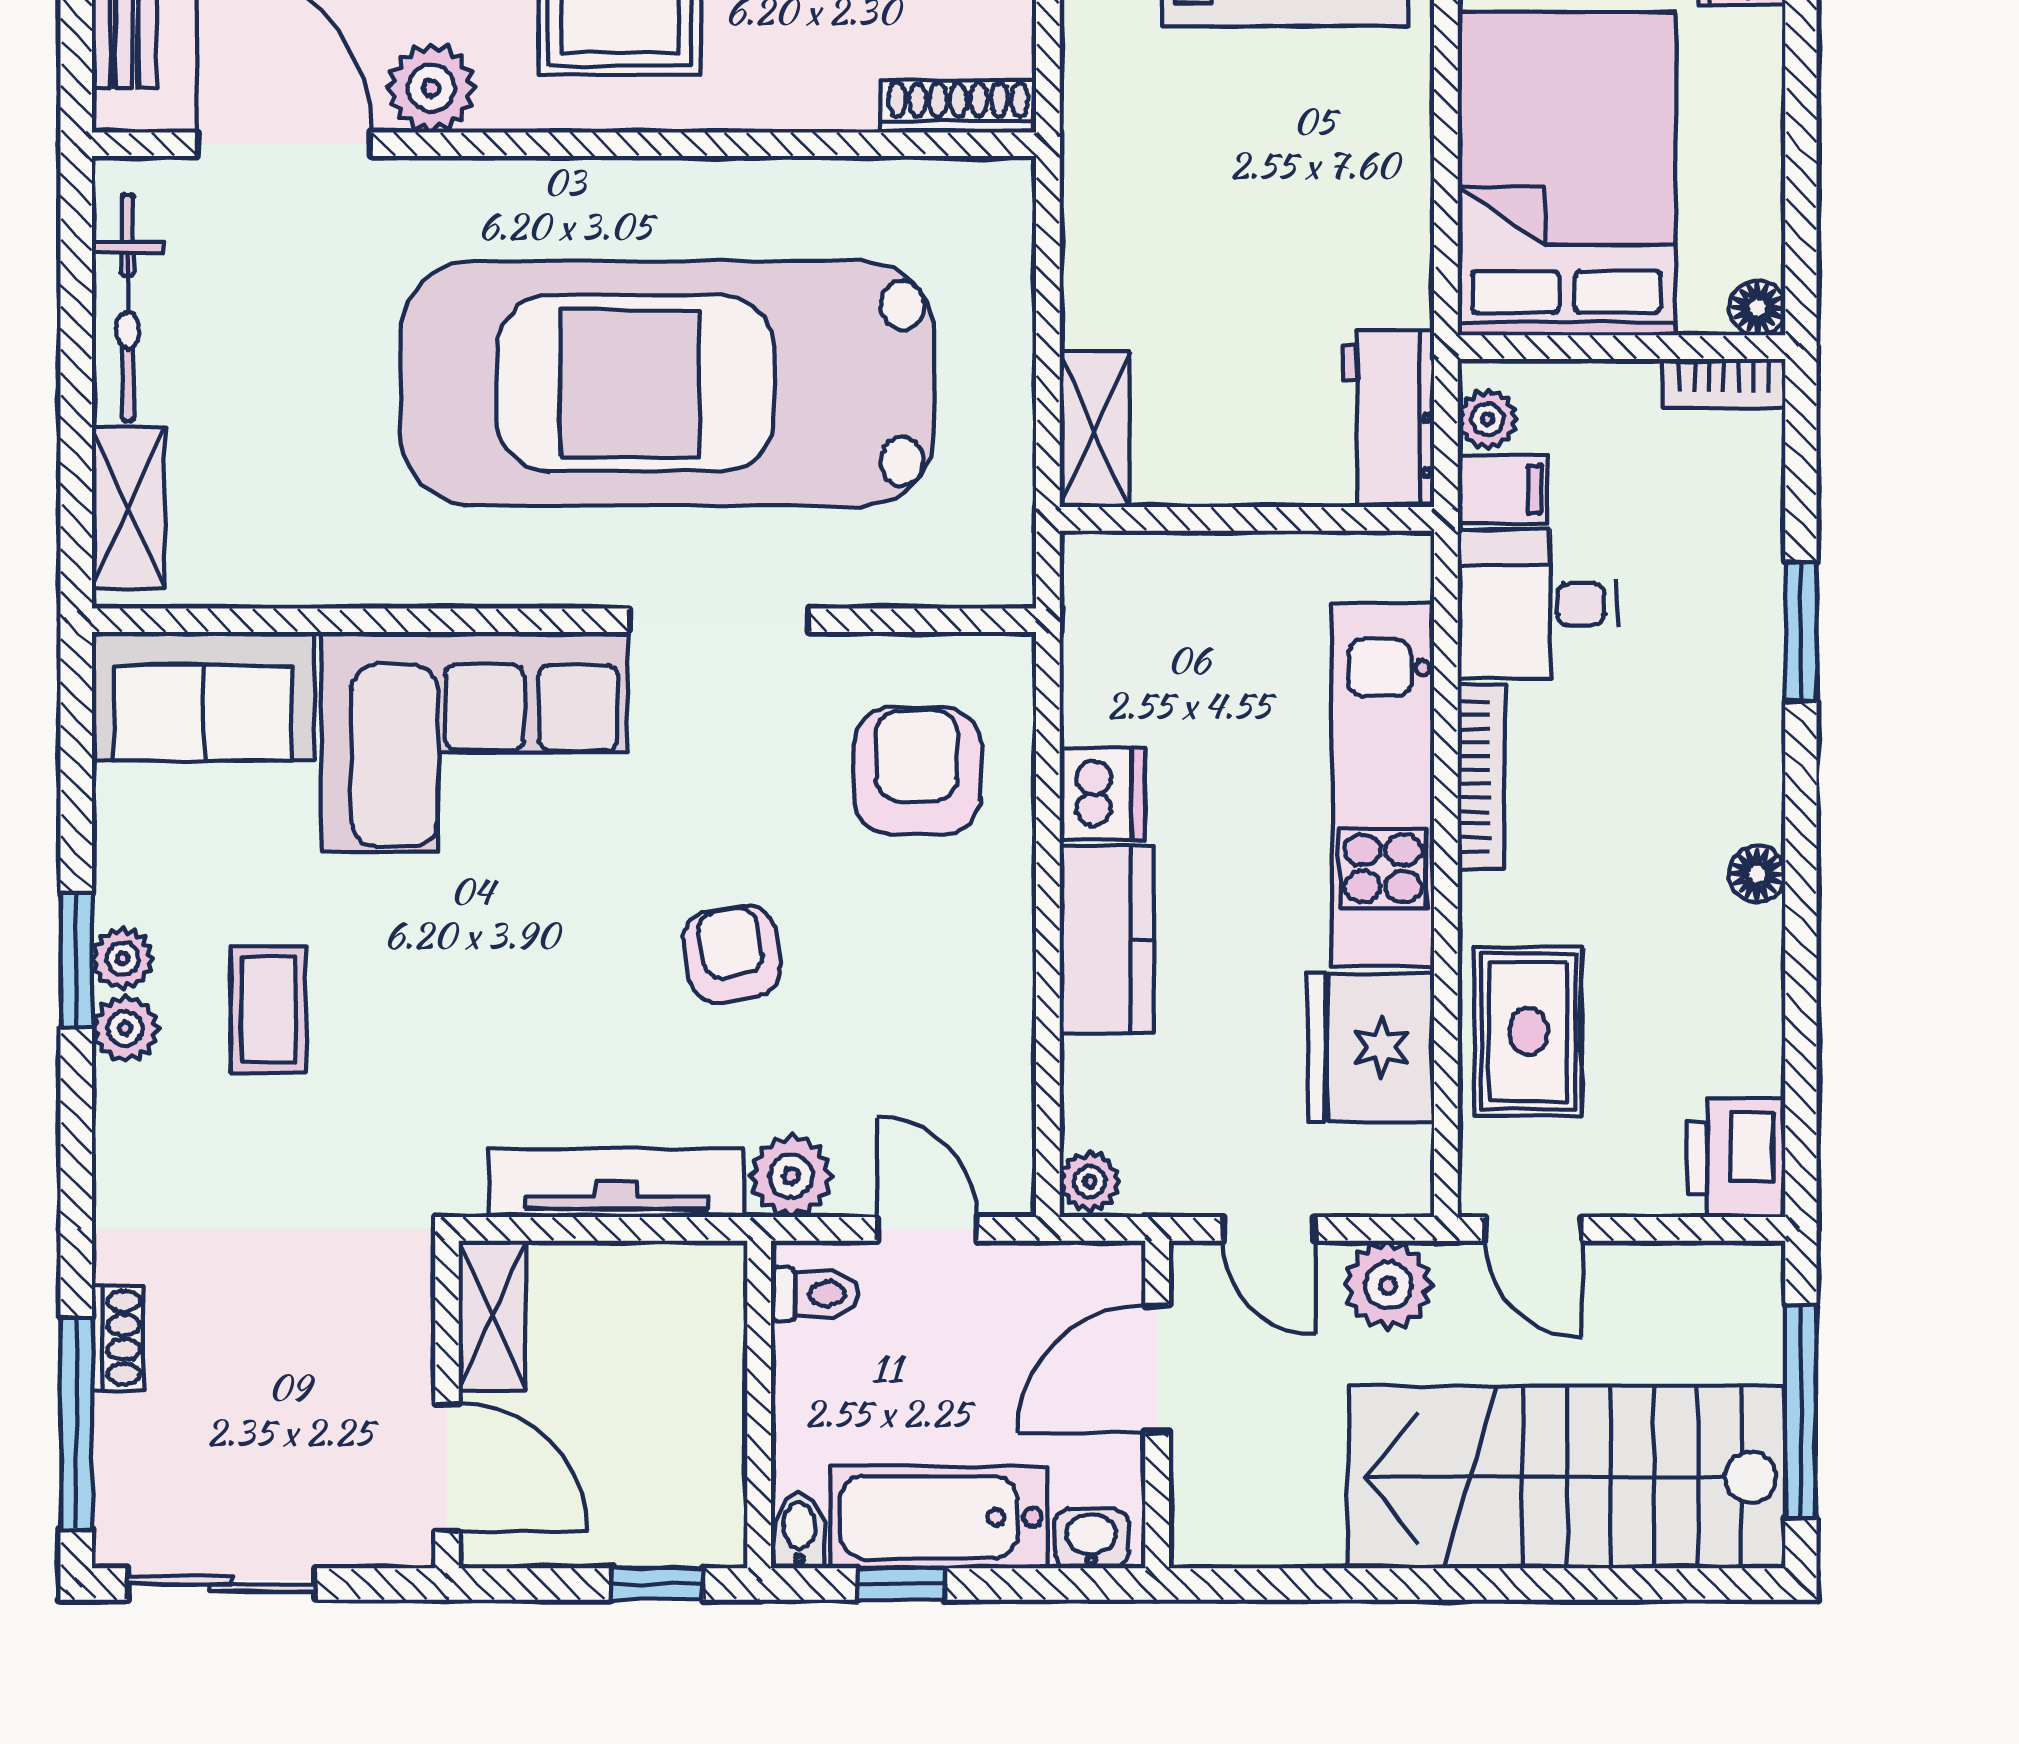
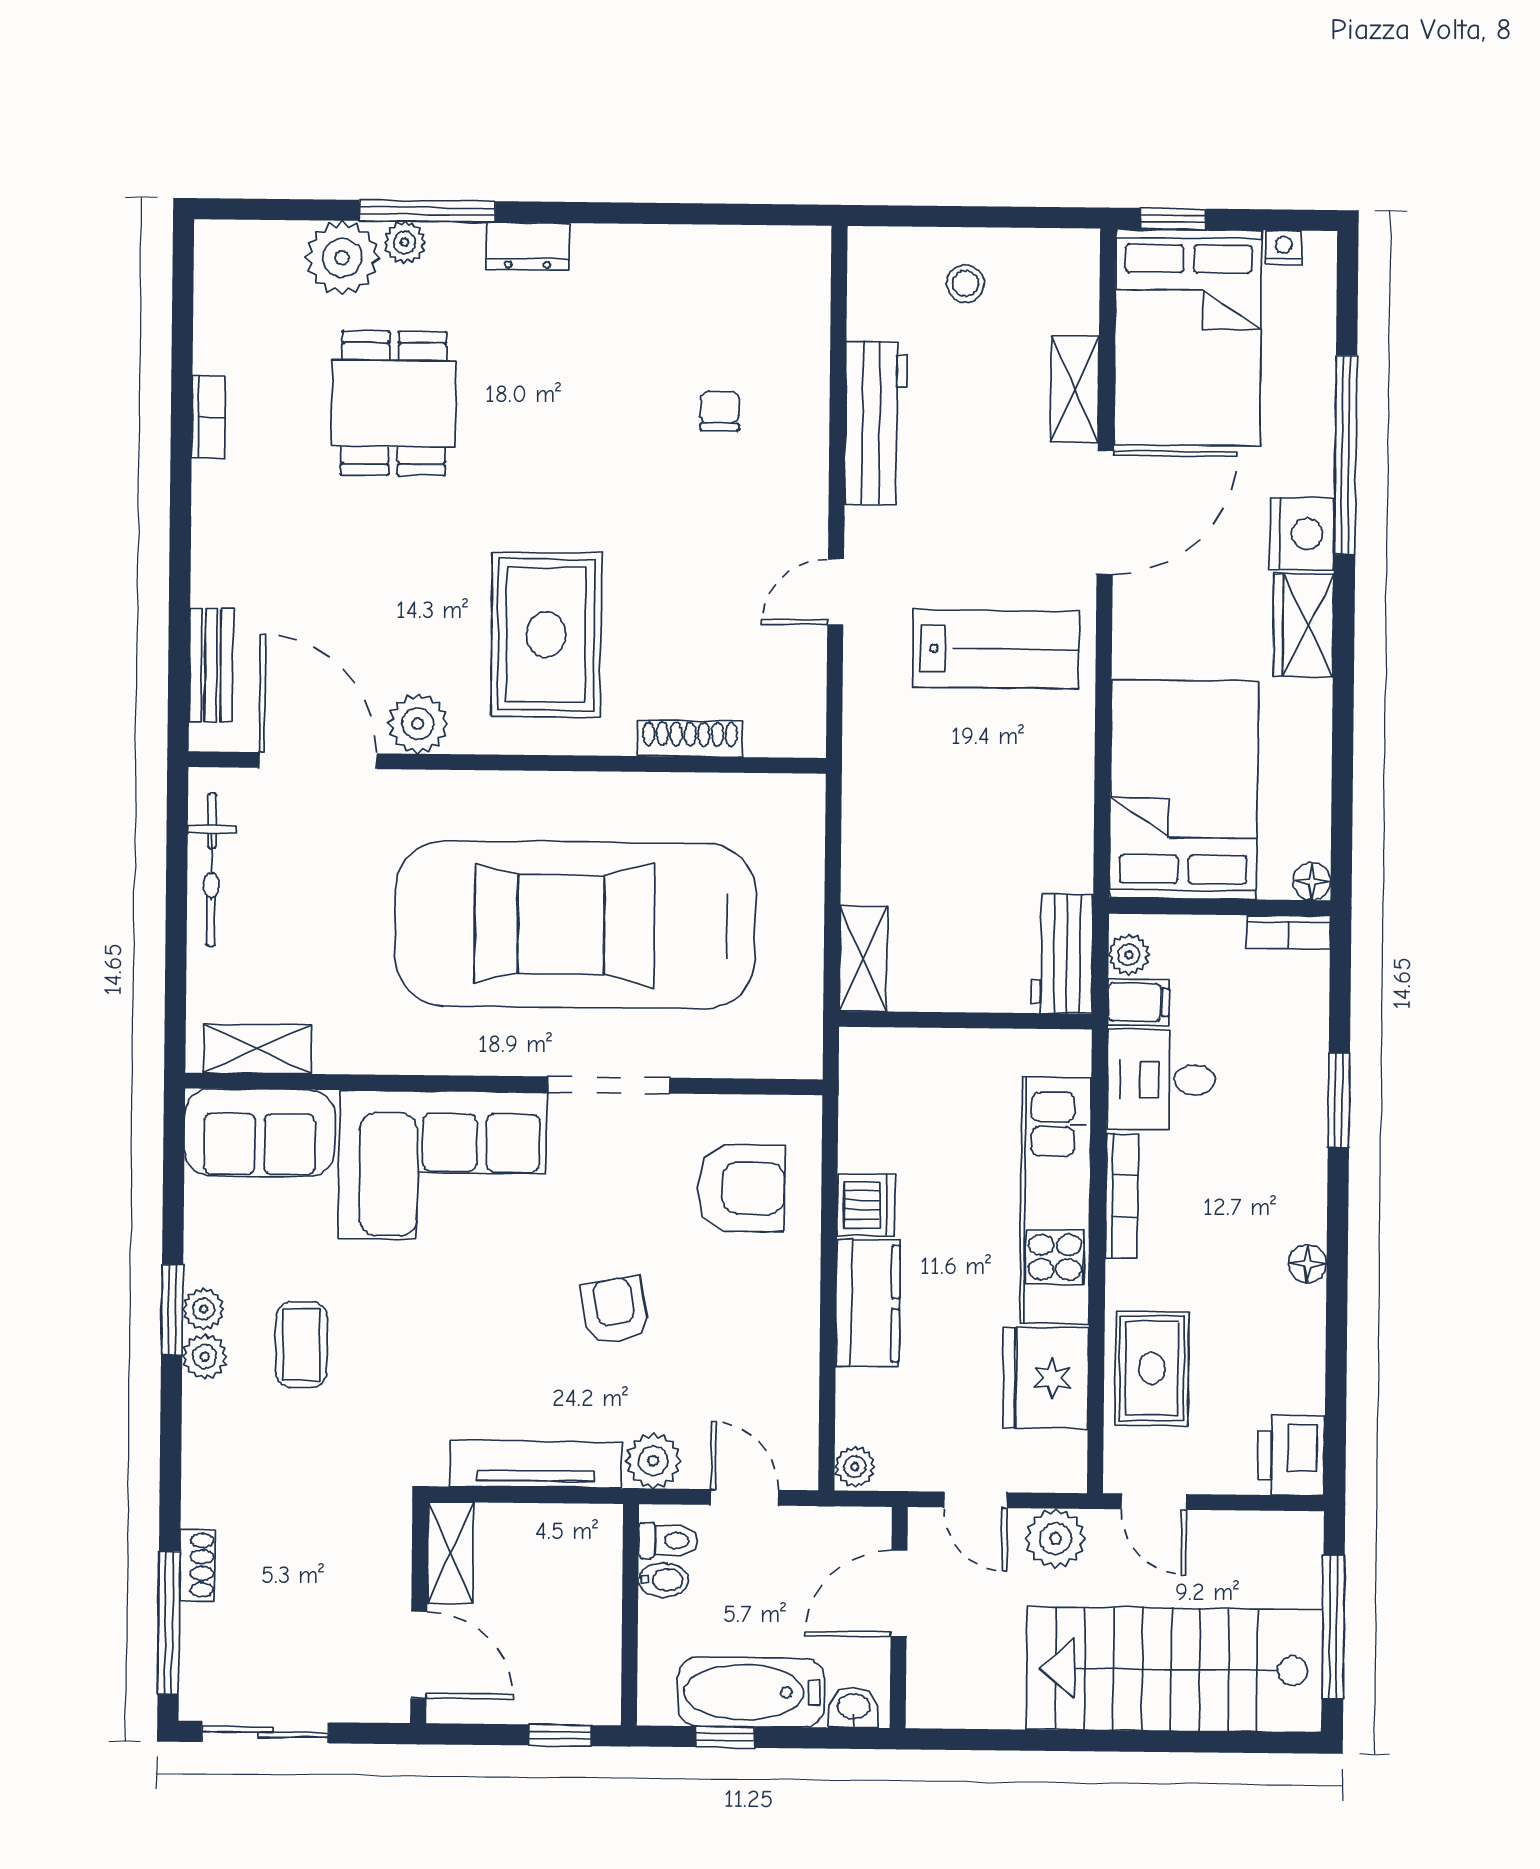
shoe rack: (958, 106) -> (690, 739), moved
shelving: (128, 508) -> (257, 1049), moved, turned 90
armchair: (917, 771) -> (741, 1188), turned 90
bidet: (799, 1531) -> (663, 1580), moved, turned 90

